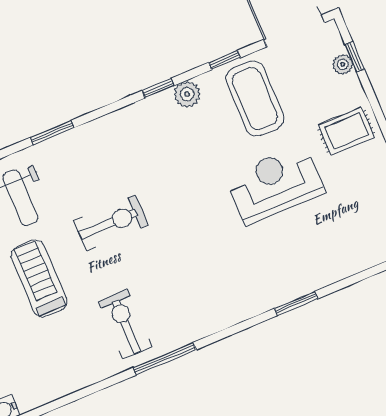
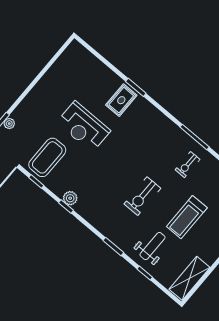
plant: (187, 94) -> (70, 198), moved
rug: (346, 131) -> (121, 100), moved, turned 90
exercise bike: (111, 223) -> (142, 196), turned -90
exercise bike: (125, 324) -> (188, 165), width x0.73, depth x0.72

